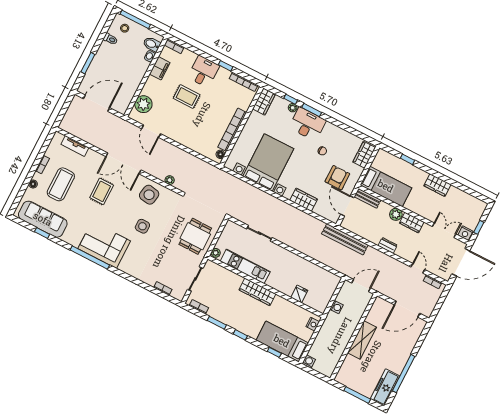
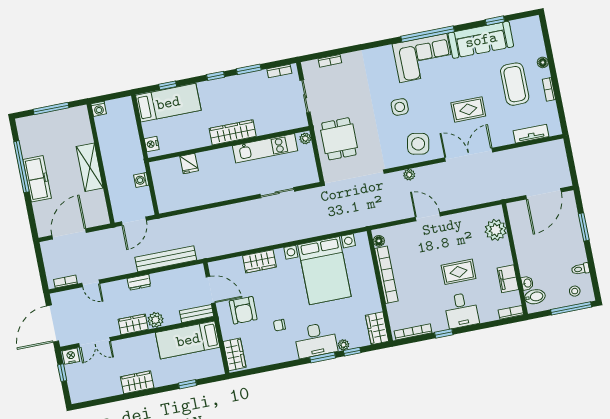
door: (151, 131) -> (428, 217), moved
rug: (102, 191) -> (468, 109), turned 90
sofa: (43, 219) -> (481, 40), moved
bench: (345, 239) -> (166, 259), moved
washing machine: (309, 362) -> (99, 109), moved
freezer: (385, 387) -> (37, 179), moved

